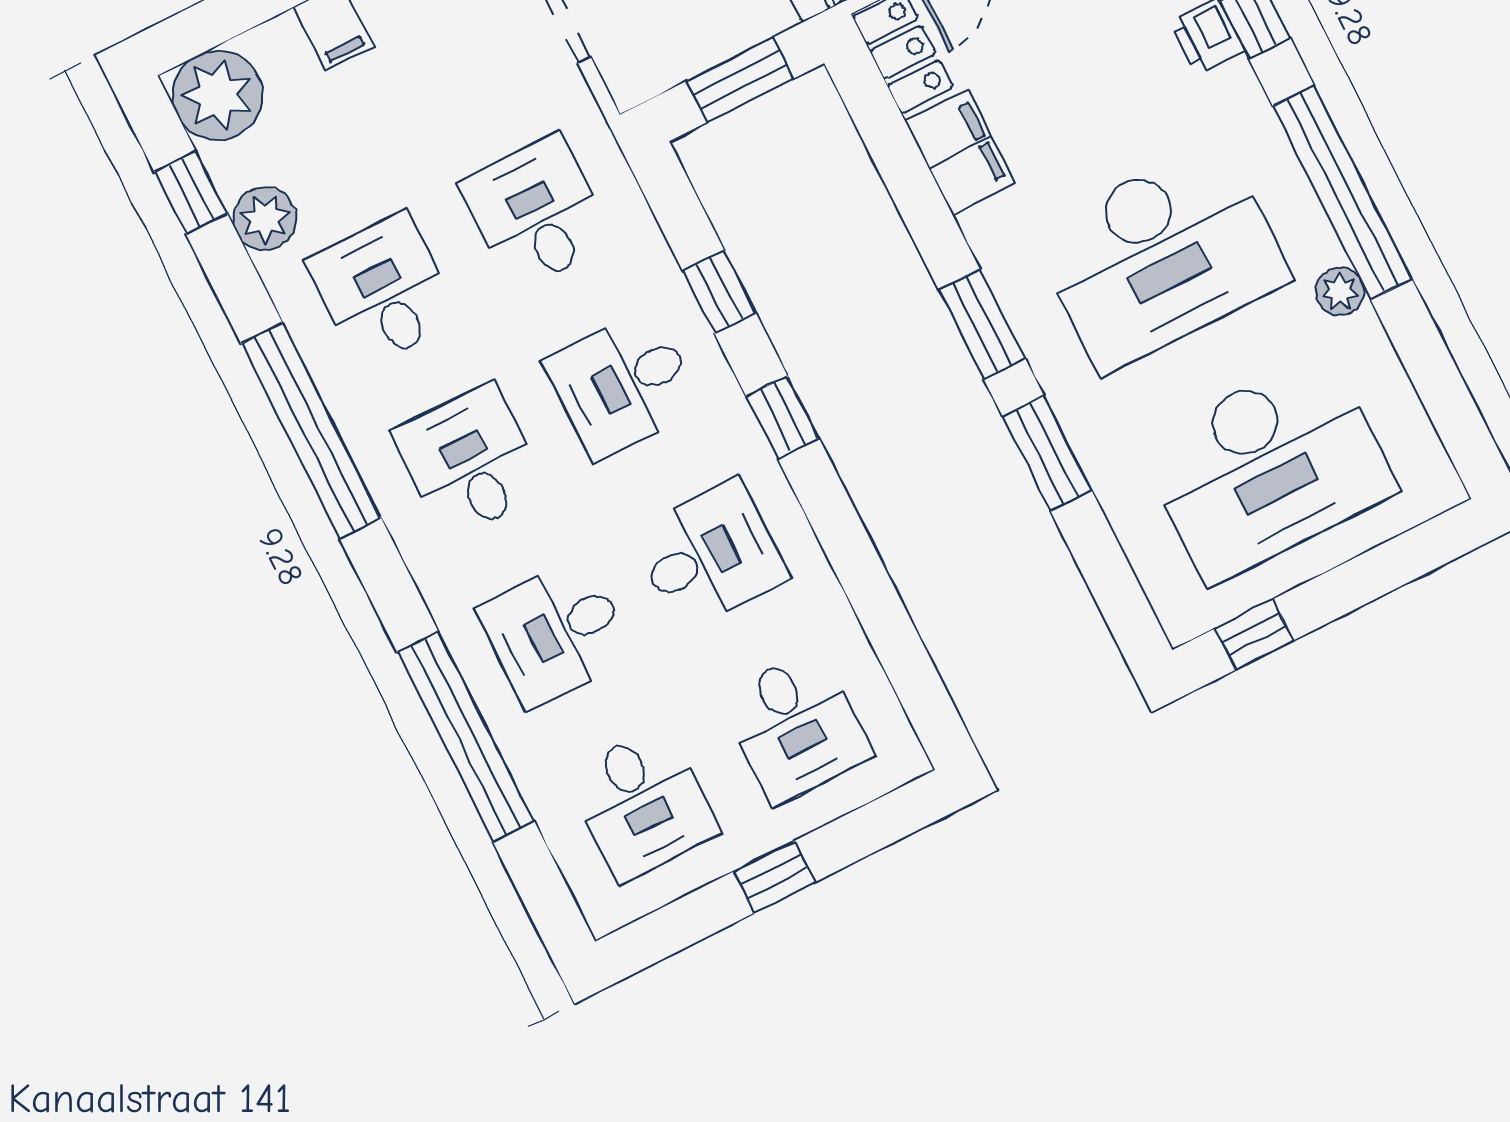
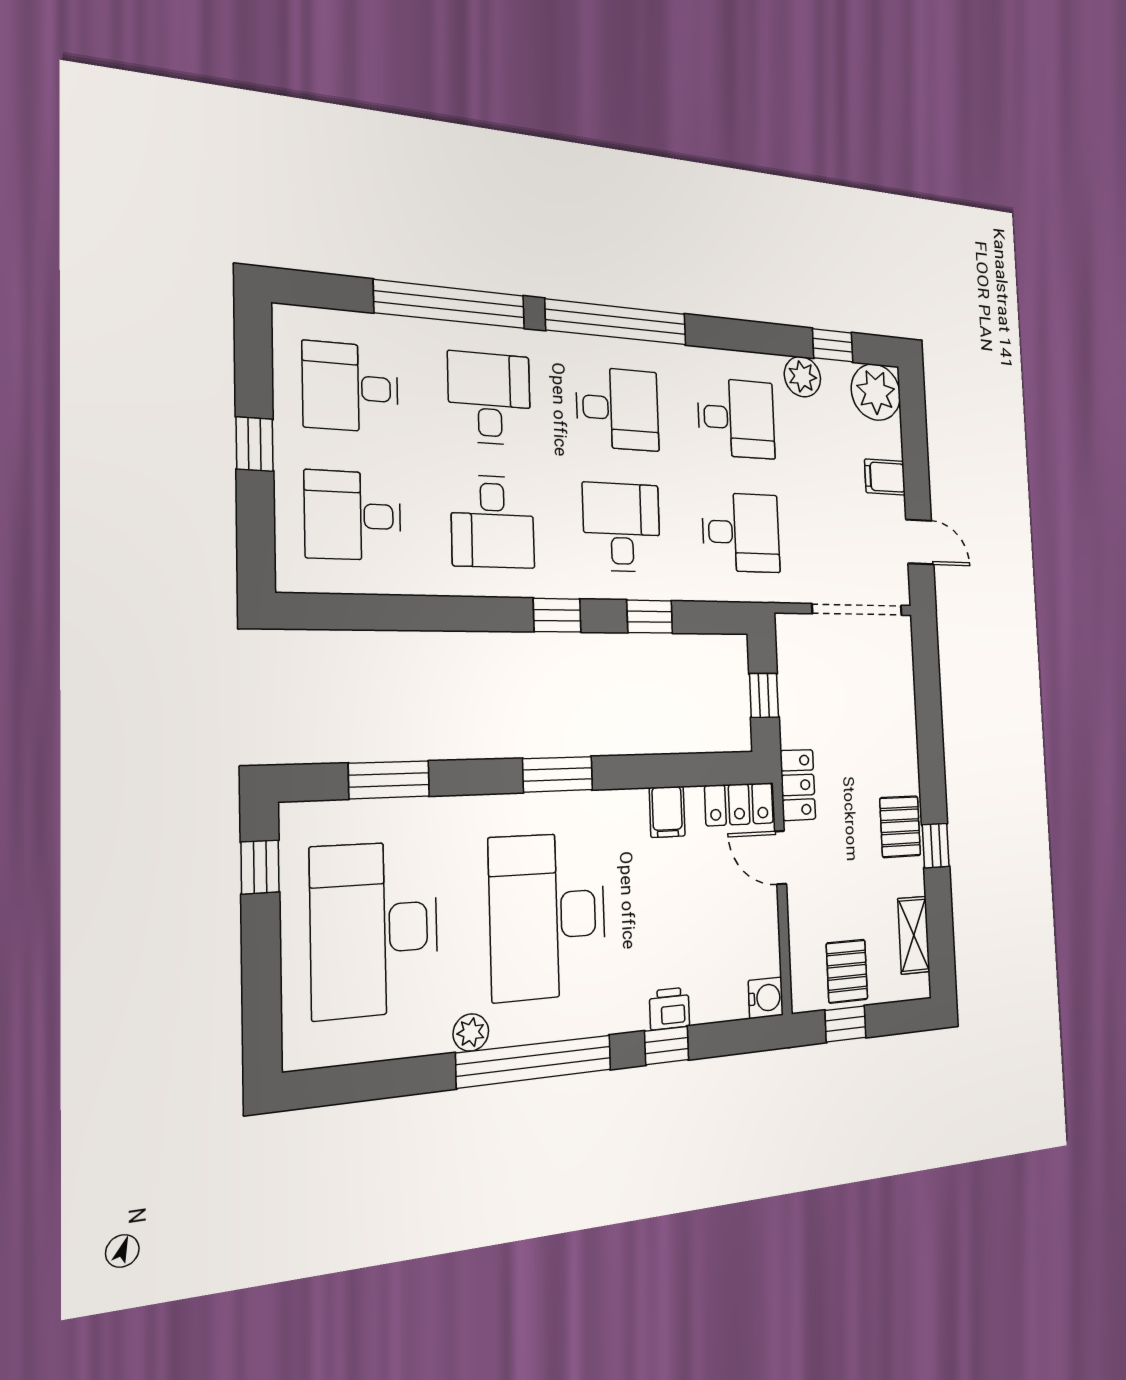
window: (740, 80) -> (764, 695), width x0.67
filing cabinet: (960, 152) -> (667, 812), width x0.50
window: (311, 431) -> (617, 322), moved
window: (1047, 453) -> (389, 780), moved

